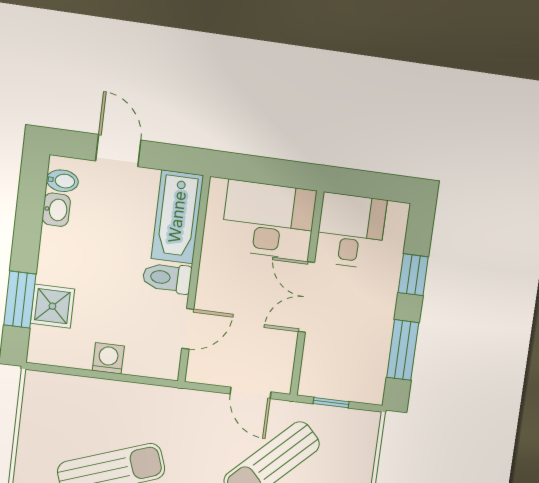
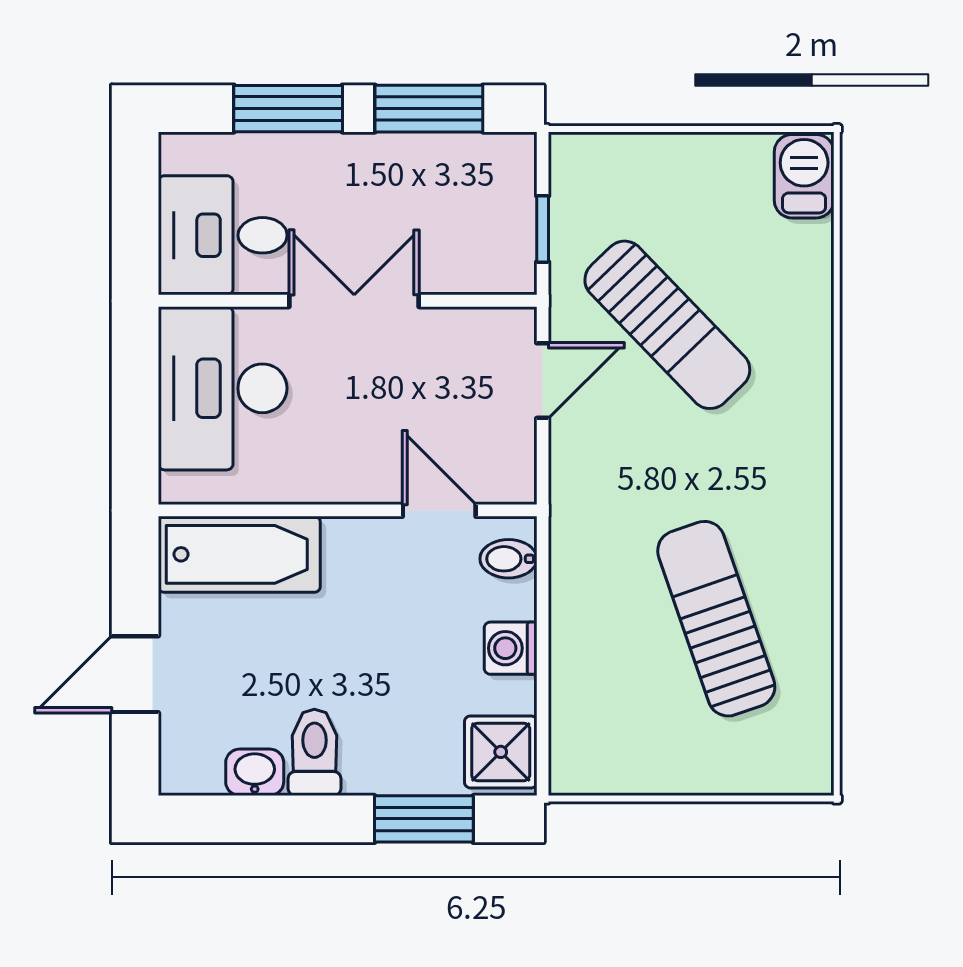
bidet: (62, 181) -> (508, 559), moved, turned -90
window: (413, 275) -> (288, 109), width x1.50
toilet: (167, 278) -> (314, 752), moved, turned 180
double door: (306, 297) -> (354, 301), swing flipped
shower: (52, 306) -> (501, 752), moved

